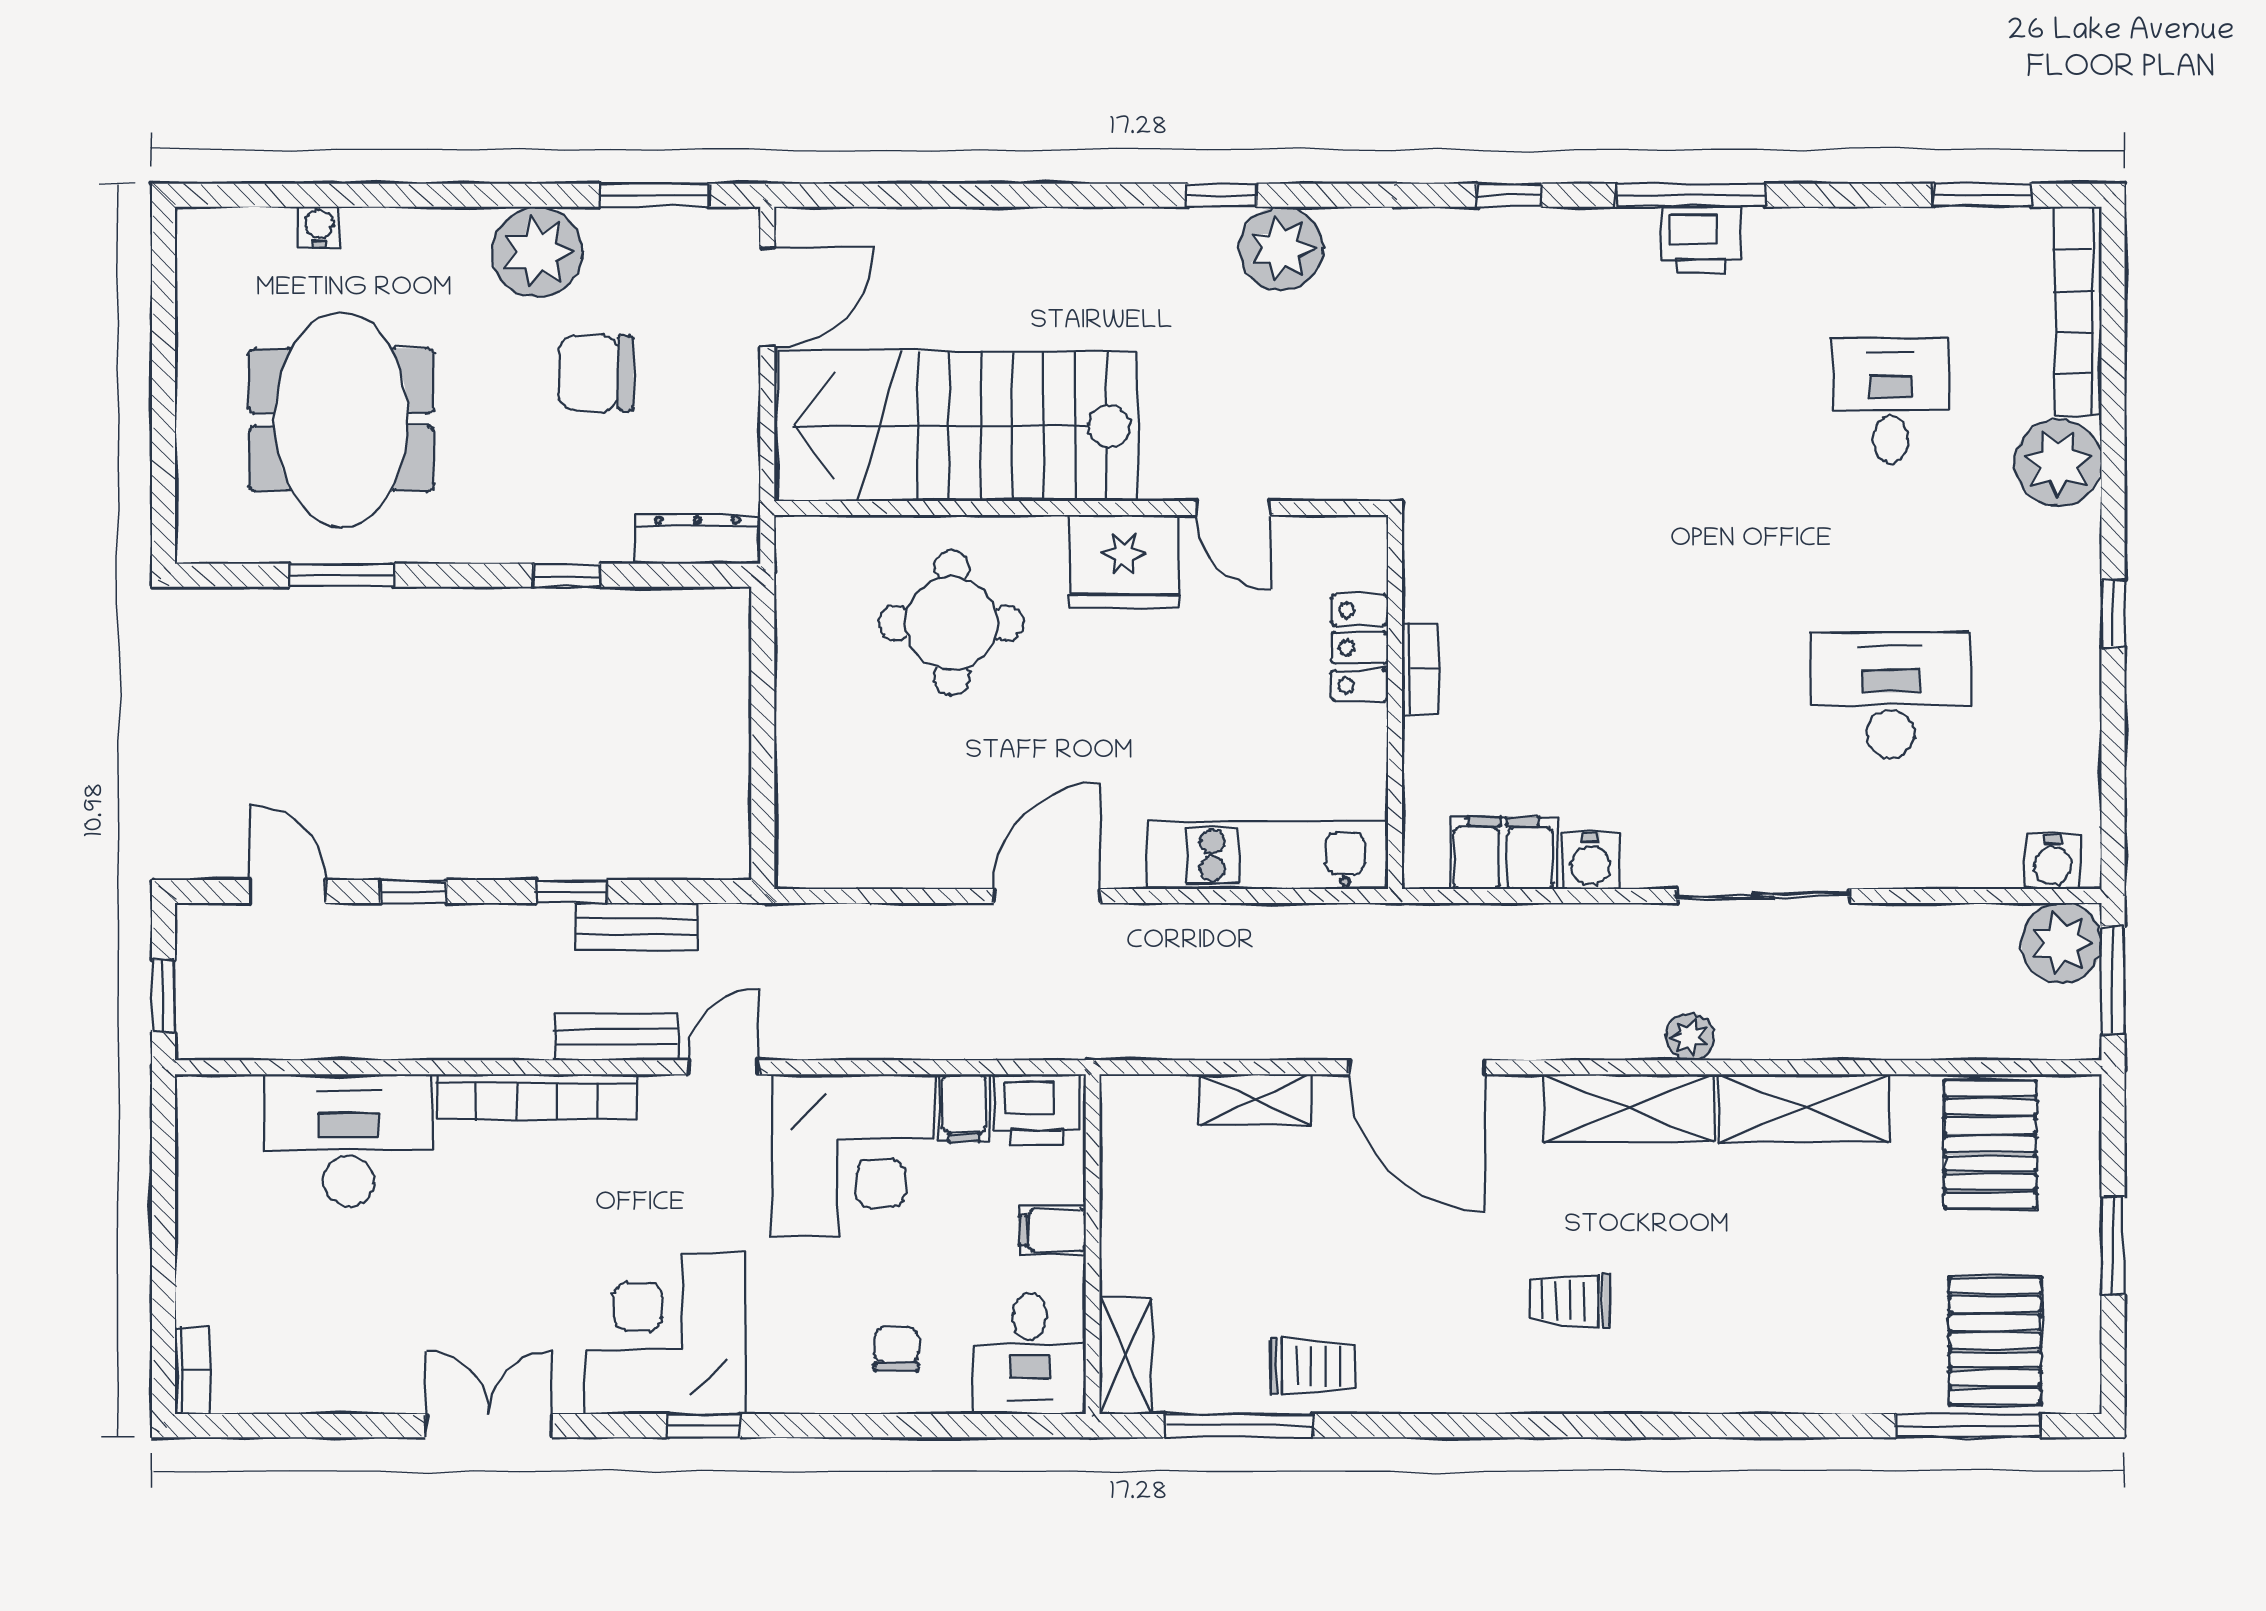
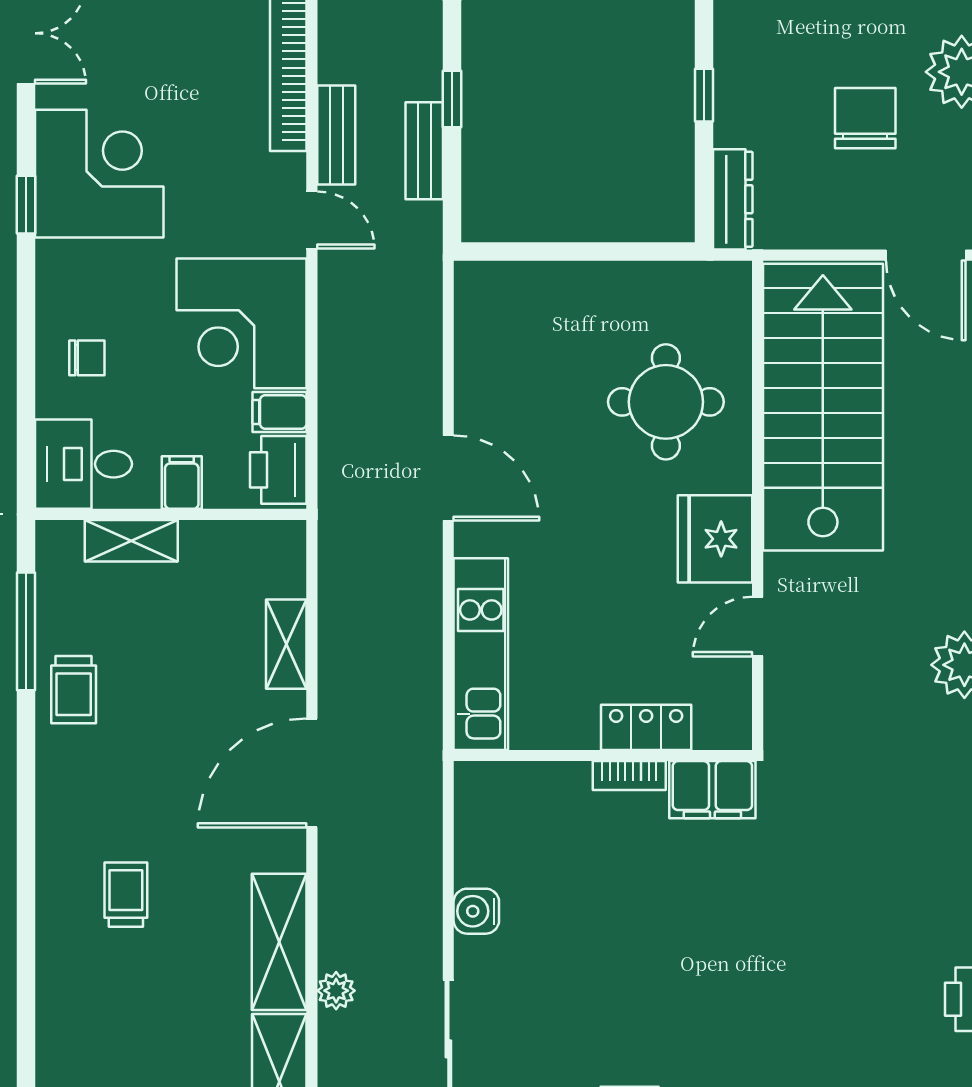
filing cabinet: (1504, 853) -> (712, 790), moved, turned 90
shelving: (1126, 1356) -> (131, 541), moved

